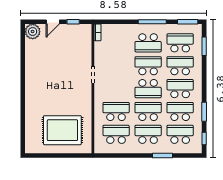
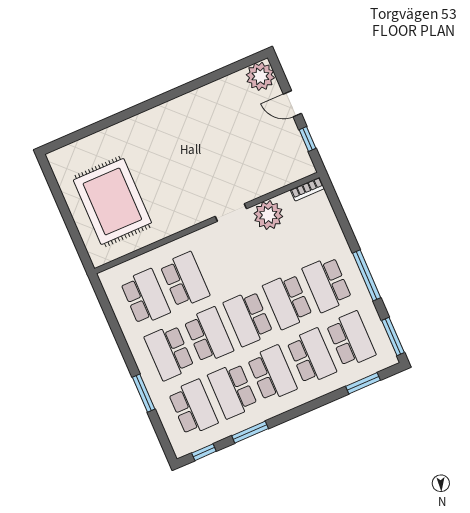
plant: (102, 57) -> (268, 215), added
school desk: (148, 66) -> (288, 301), turned 180
school desk: (180, 111) -> (233, 391), turned 180
school desk: (148, 134) -> (169, 352), turned 180

